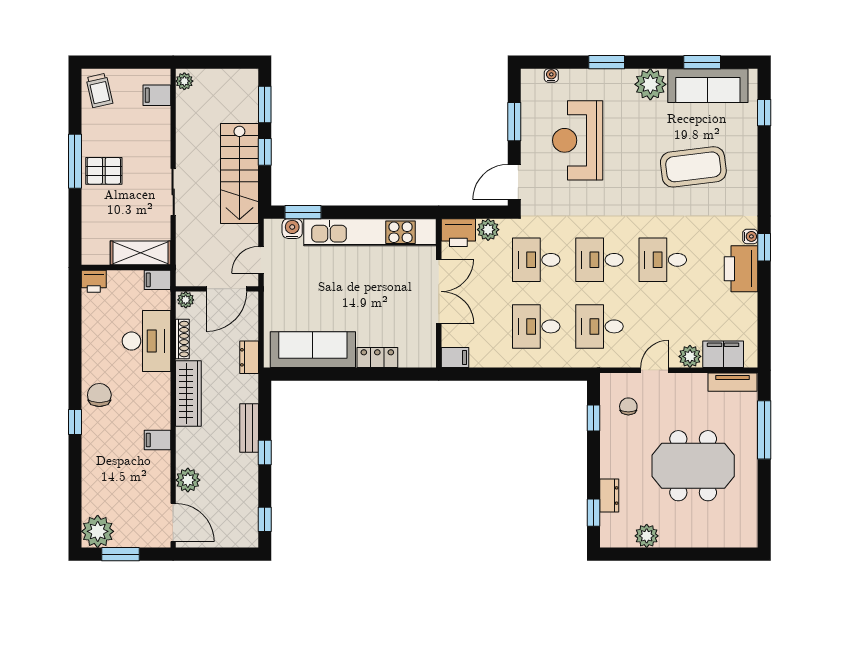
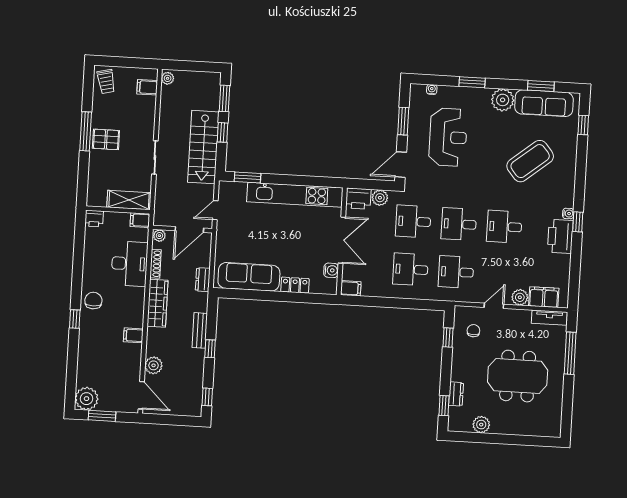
reception desk: (578, 140) -> (448, 137), turned 180
coffee table: (693, 167) -> (530, 161), turned -32
water cooler: (292, 229) -> (331, 270), moved, turned 90

